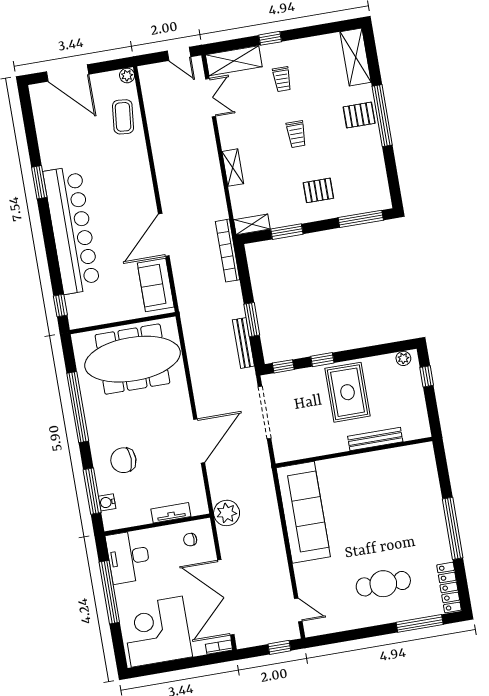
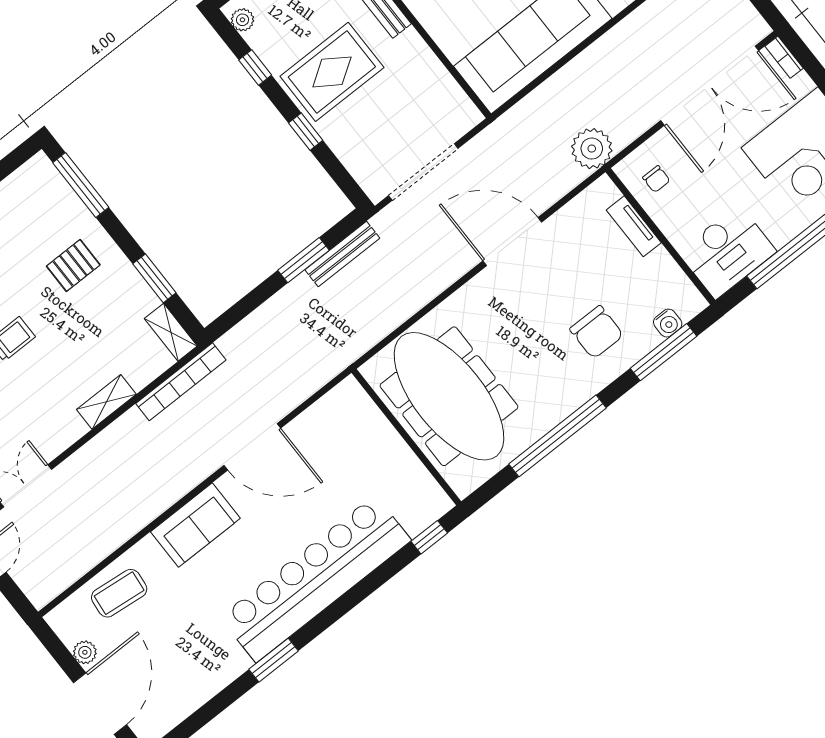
plant: (127, 76) -> (85, 652), moved
pallet: (318, 190) -> (73, 265), turned 90
bookcase: (228, 251) -> (181, 382), moved
sofa: (156, 285) -> (195, 525), moved
window: (283, 366) -> (255, 67), moved

